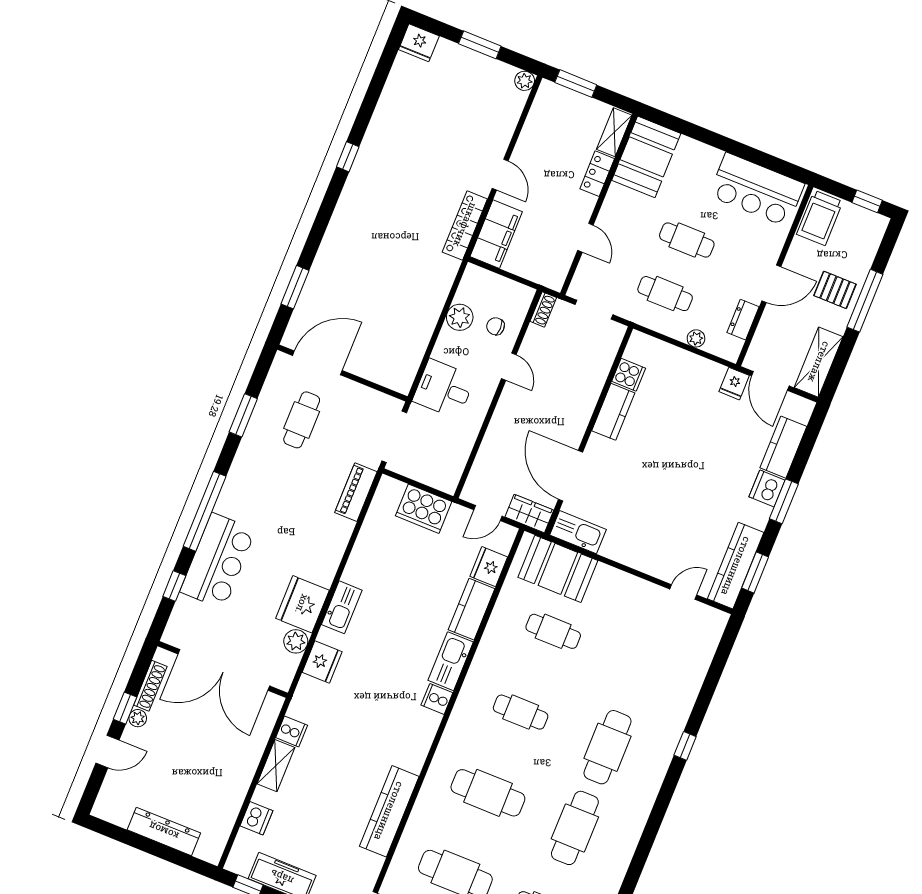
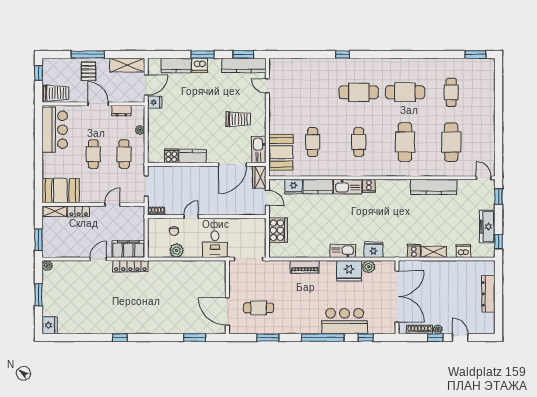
piano: (356, 492) -> (305, 267), moved
trolley: (646, 518) -> (238, 119), added

